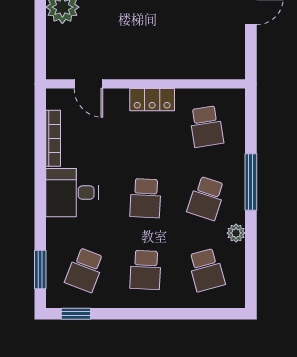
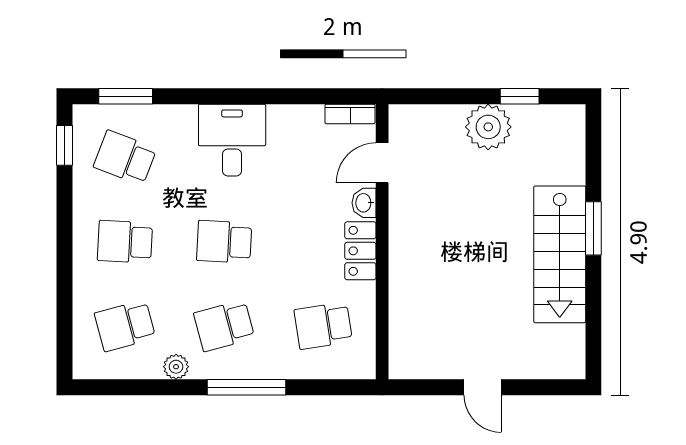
washbasin: (117, 97) -> (364, 203), added
bookcase: (53, 138) -> (350, 114), moved, width x0.64
school desk: (206, 198) -> (224, 326), turned -33

